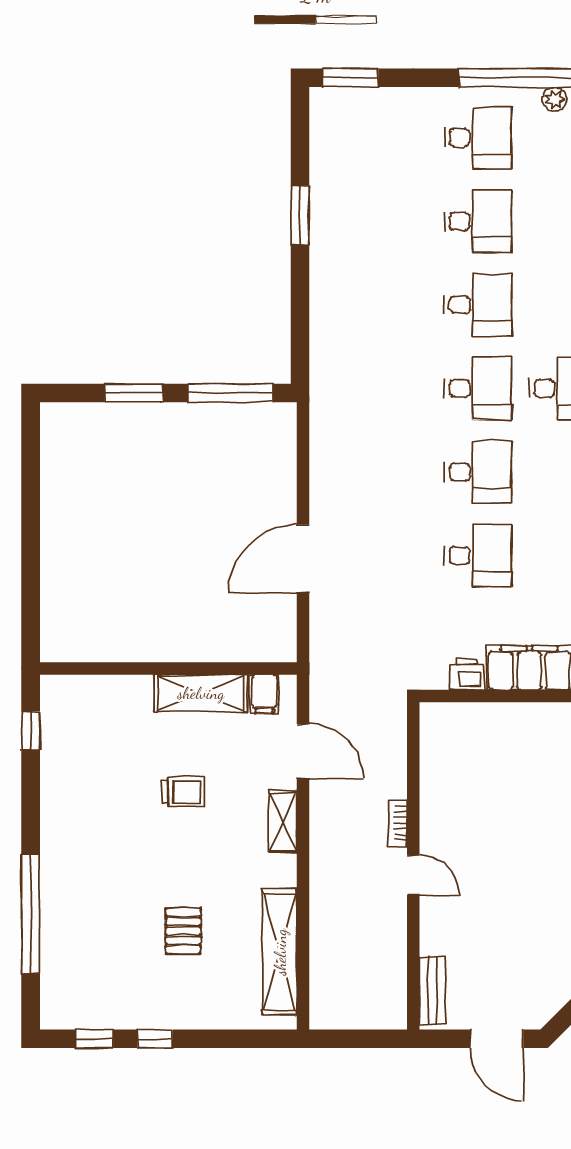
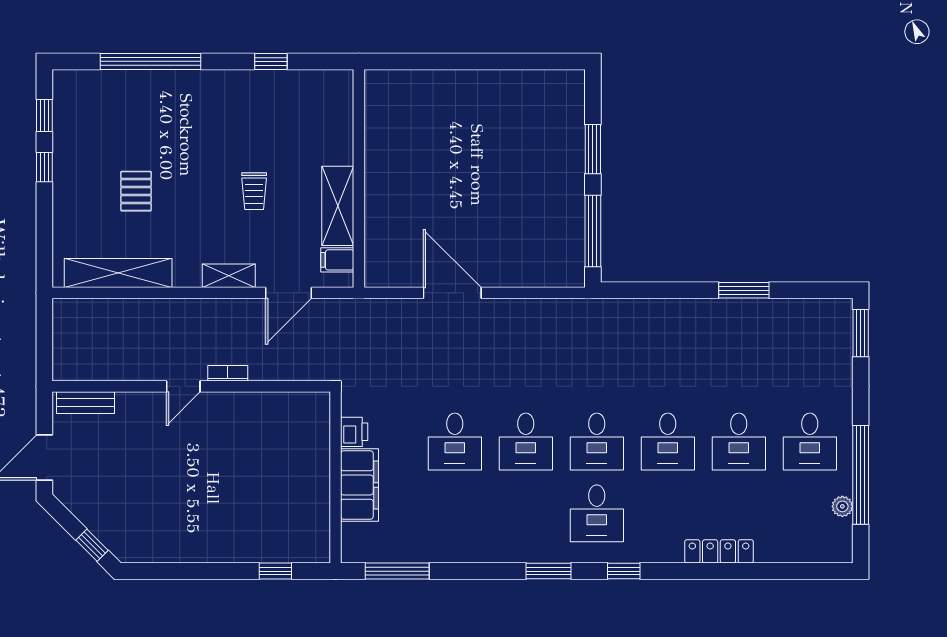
window: (31, 731) -> (271, 61), moved
pallet: (183, 931) -> (136, 191), turned 90

